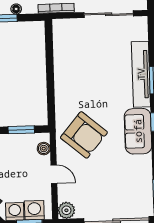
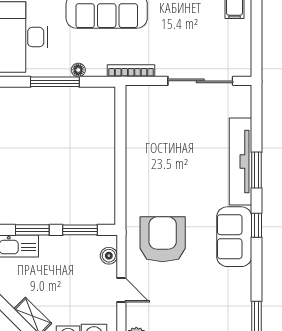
armchair: (84, 135) -> (163, 239), turned -130

